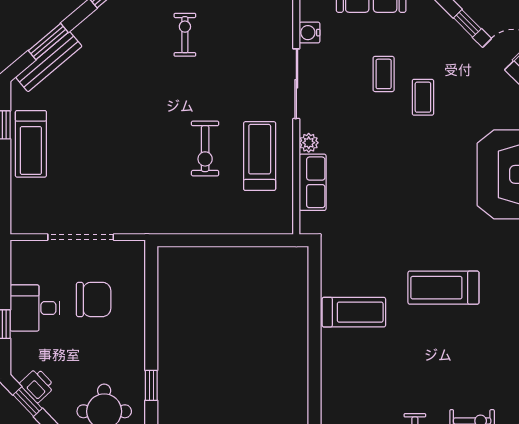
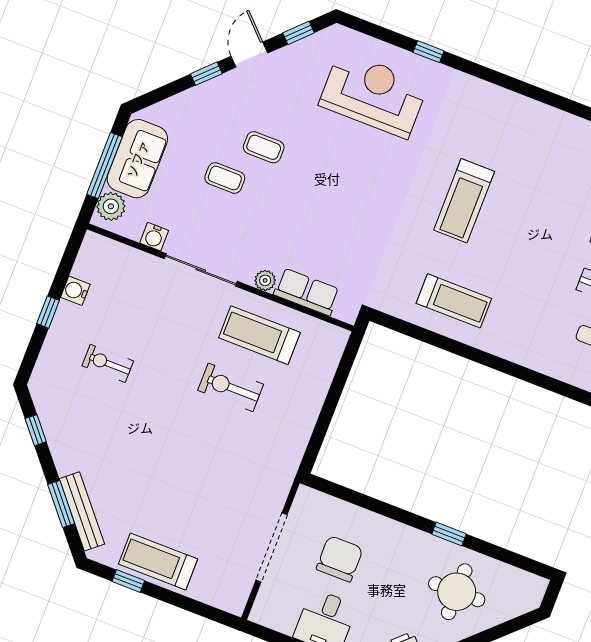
treadmill: (31, 144) -> (158, 561), turned 180
exercise bike: (205, 149) -> (231, 387), turned 180
treadmill: (354, 312) -> (454, 301), turned 90

